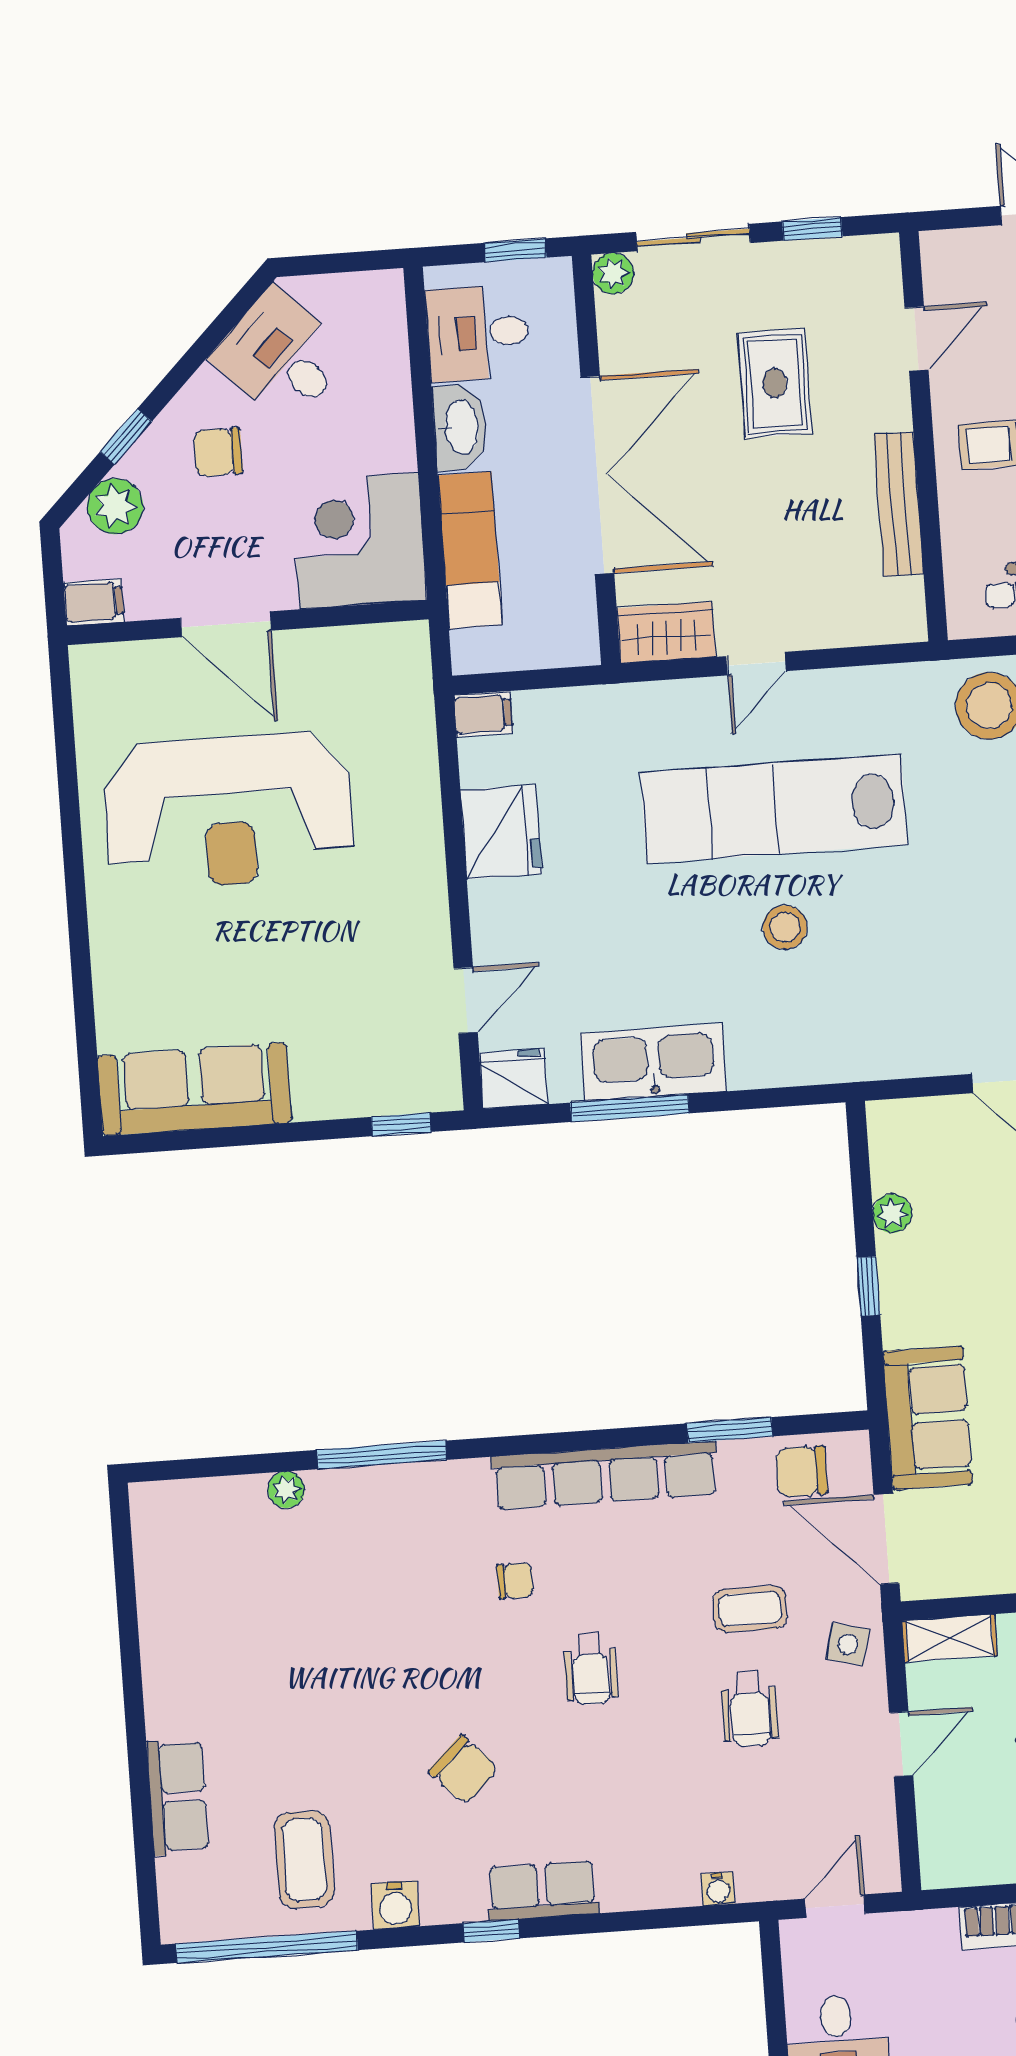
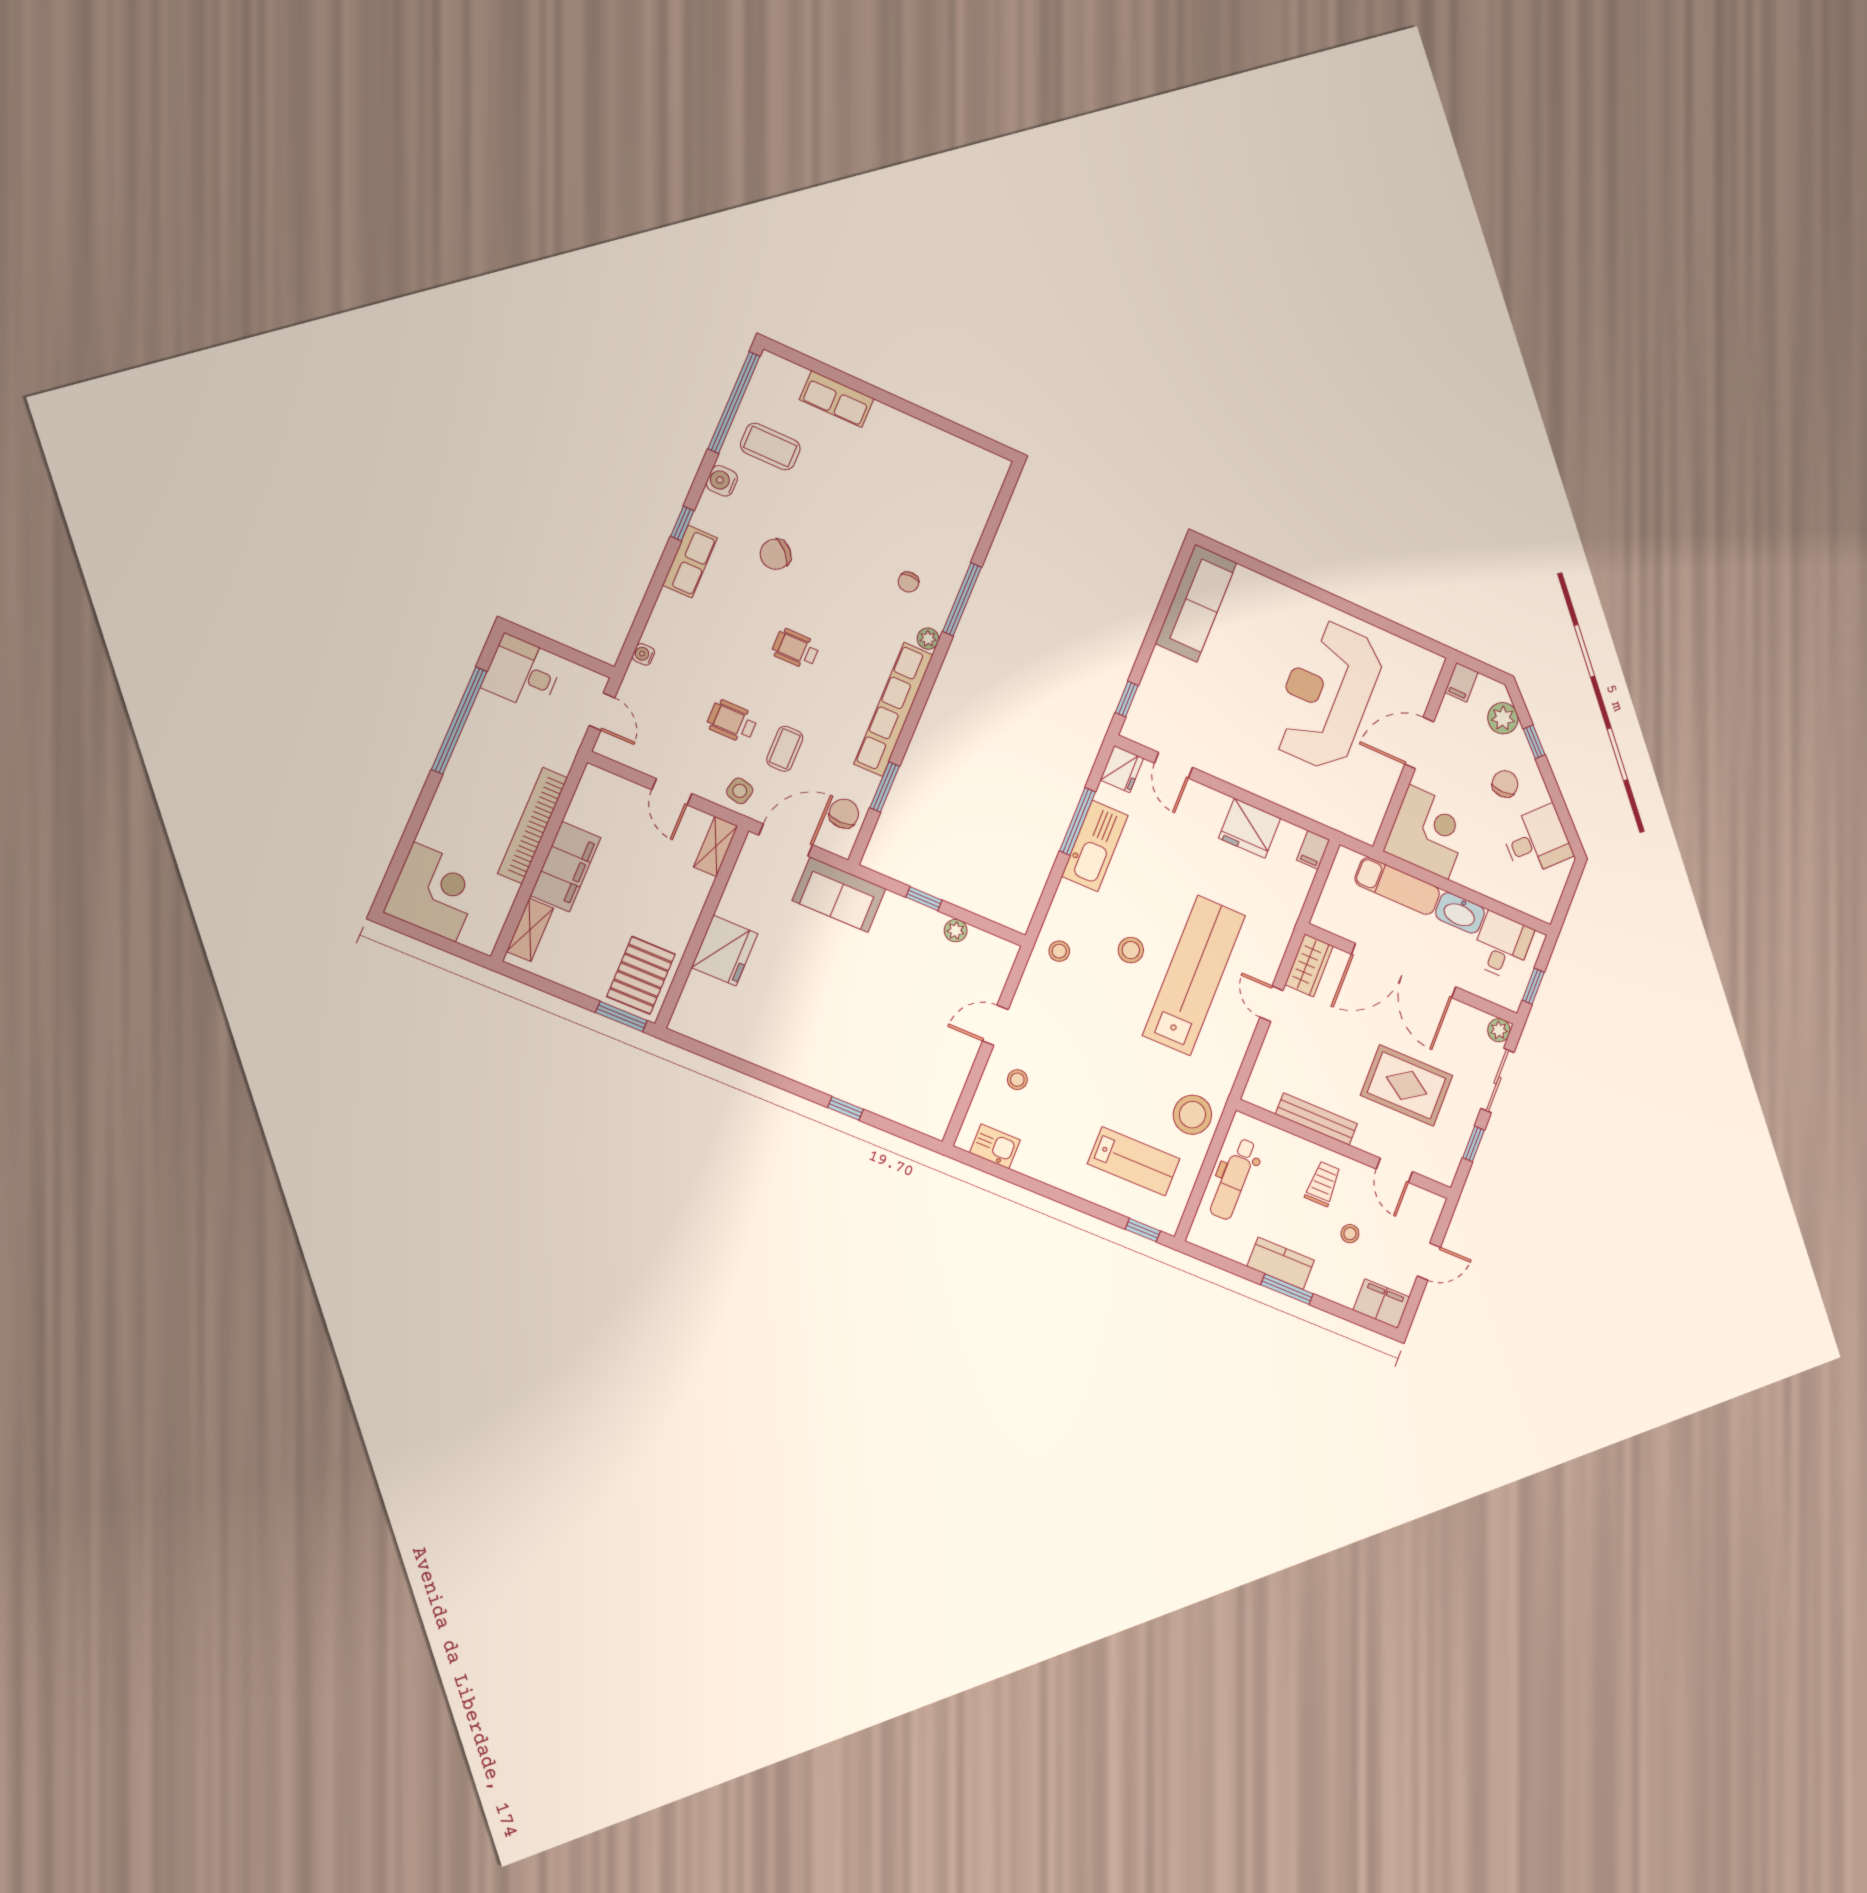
rug: (775, 383) -> (1407, 1085), width x1.36, depth x1.43
stool: (843, 1038) -> (1059, 951), added
plant: (286, 1490) -> (928, 639), moved
chair: (515, 1581) -> (908, 582), moved

